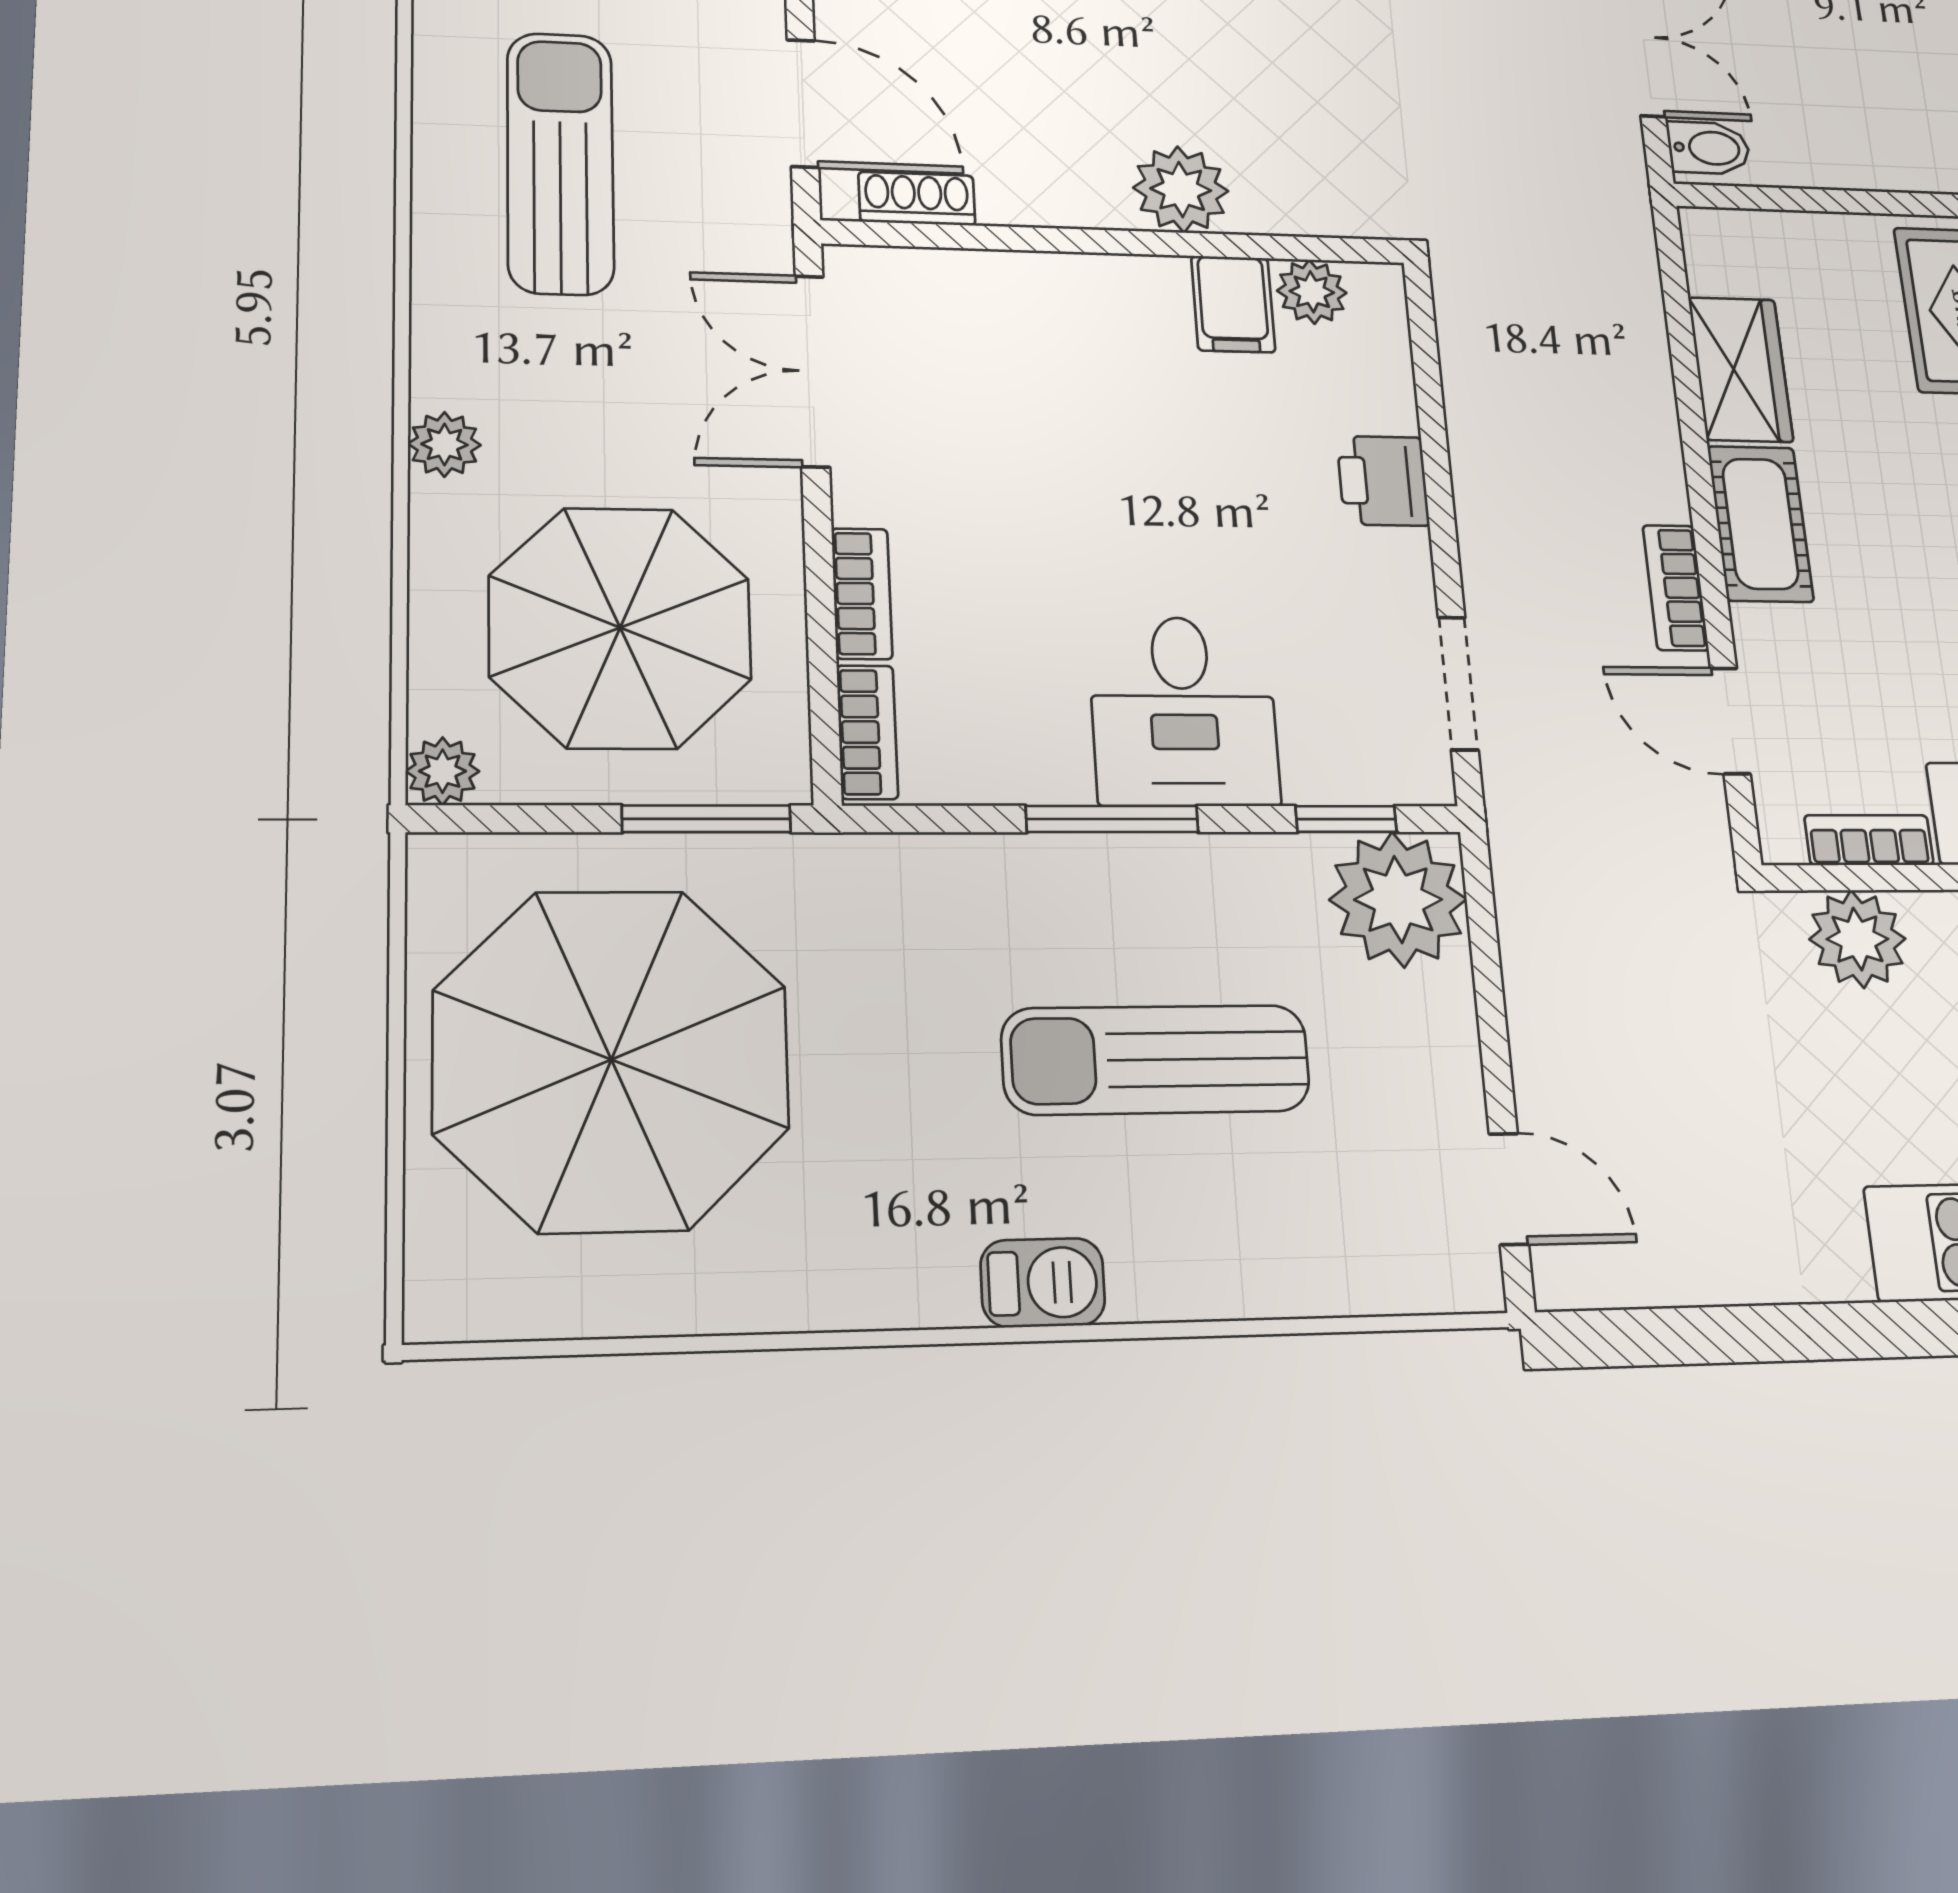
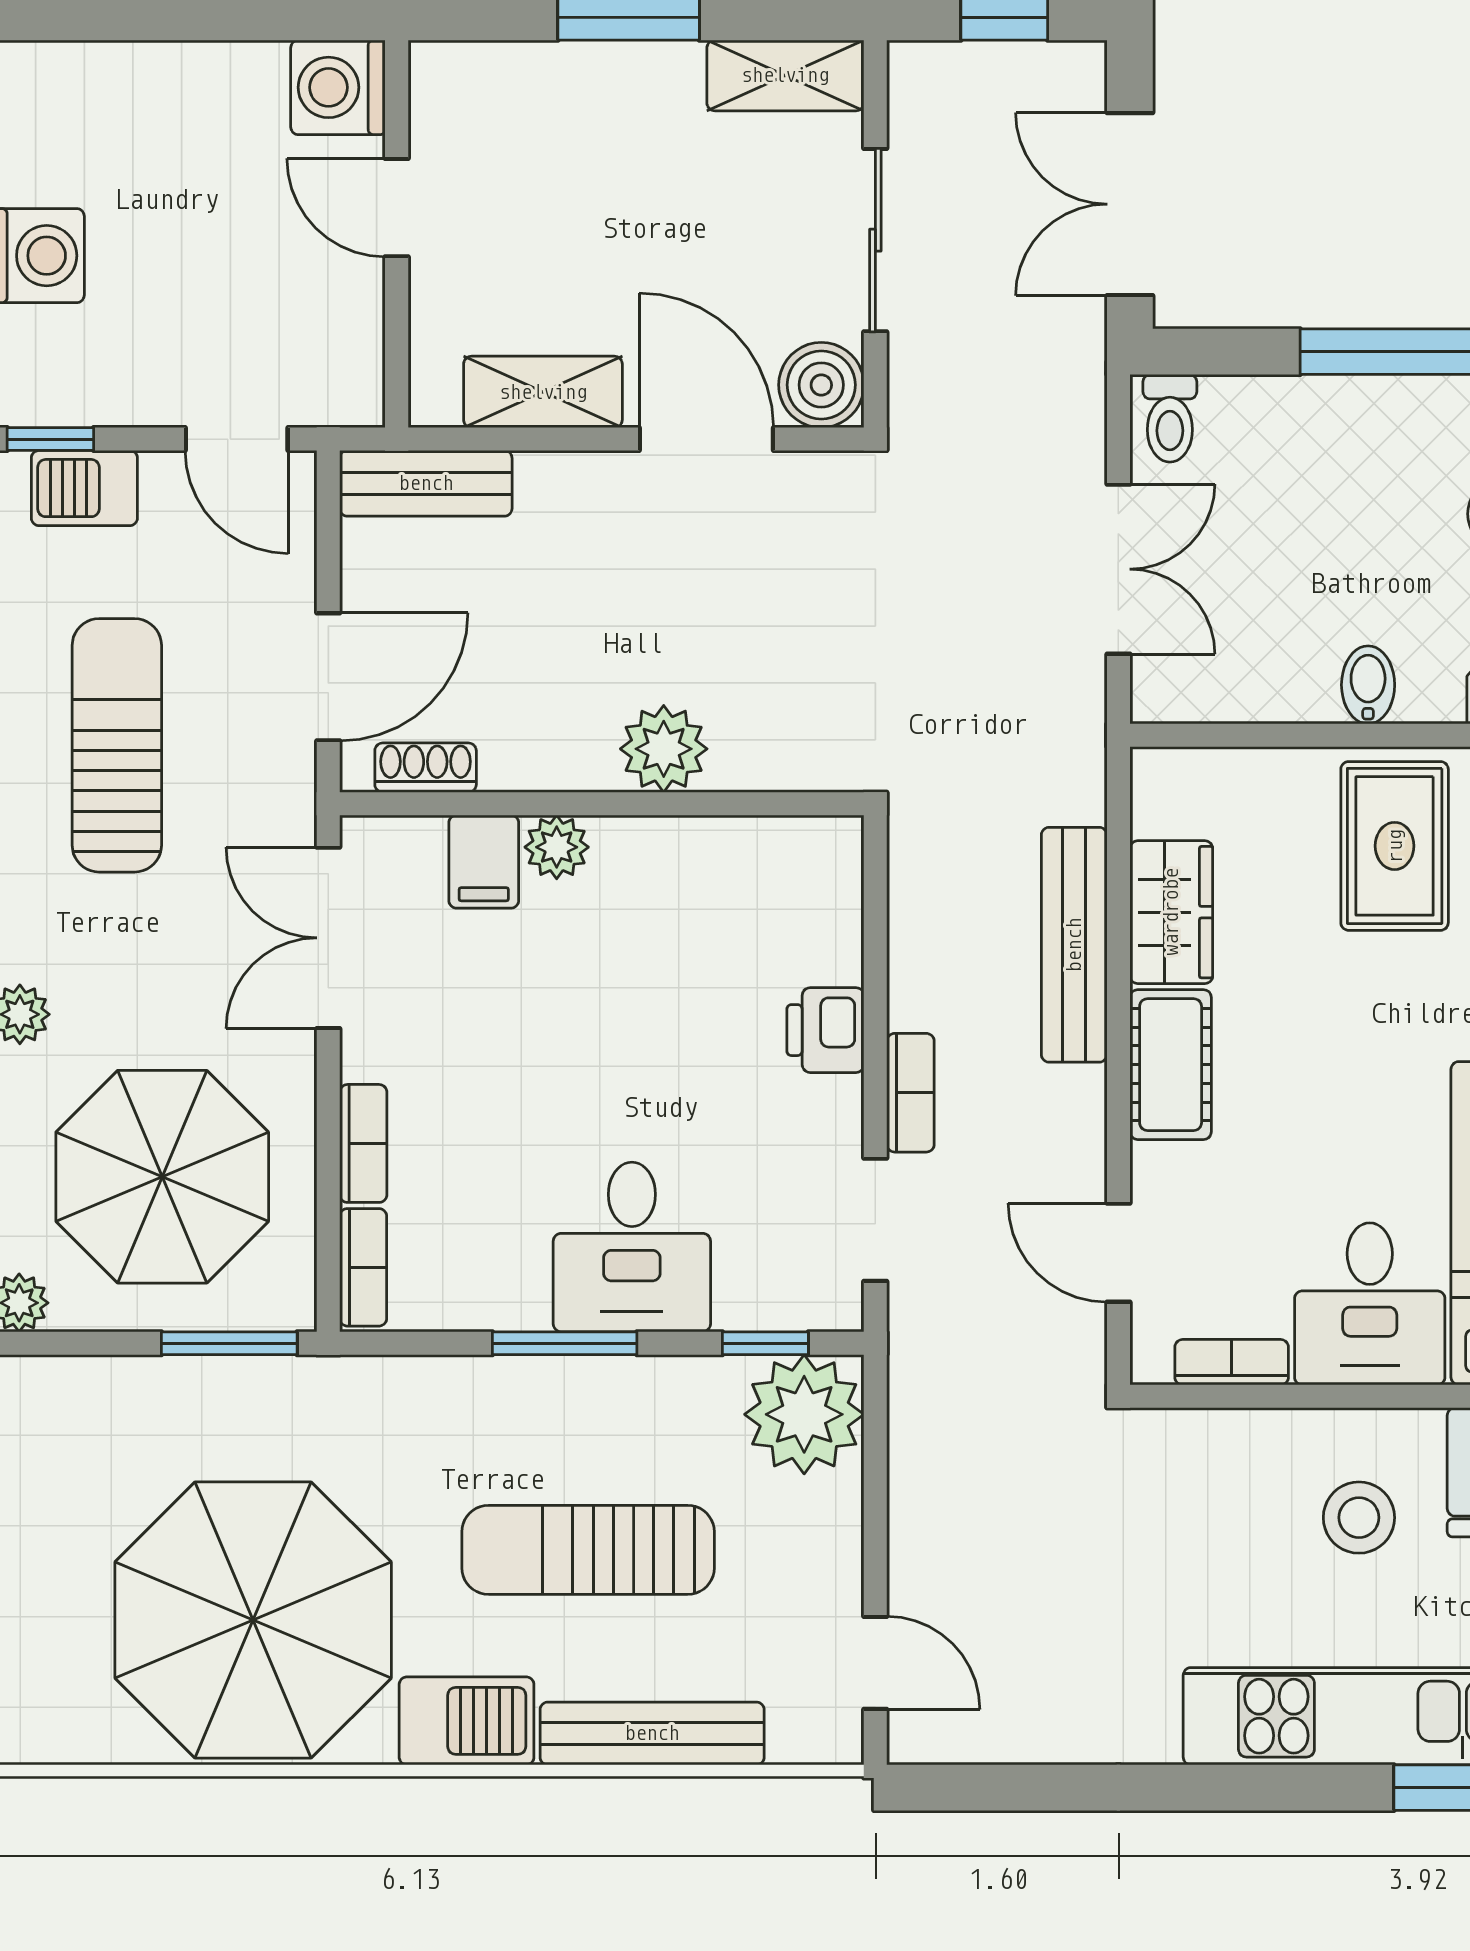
door: (803, 103) -> (328, 677), hinge flipped
bidet: (1709, 148) -> (1368, 685), moved, turned -90
plant: (1312, 292) -> (557, 847), moved
filing cabinet: (1233, 304) -> (484, 862), moved
bench: (1643, 399) -> (1074, 945), added
bookcase: (1676, 588) -> (910, 1093), moved, turned 180
plant: (1857, 939) -> (1208, 1452), removed
parasol: (611, 1060) -> (253, 1620), moved
bench: (1249, 1281) -> (652, 1733), added
barbecue: (1043, 1283) -> (467, 1721), width x1.38, depth x1.27

